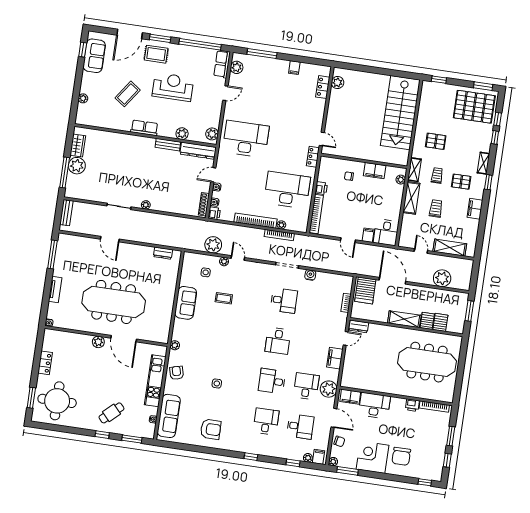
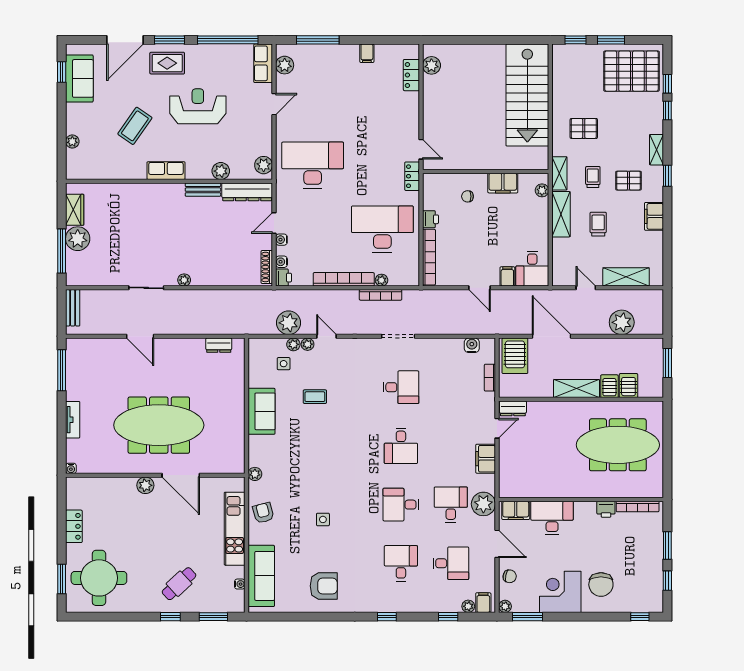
window: (483, 86) -> (611, 40), moved
plant: (214, 260) -> (293, 344), added
water cooler: (310, 275) -> (472, 345), moved

